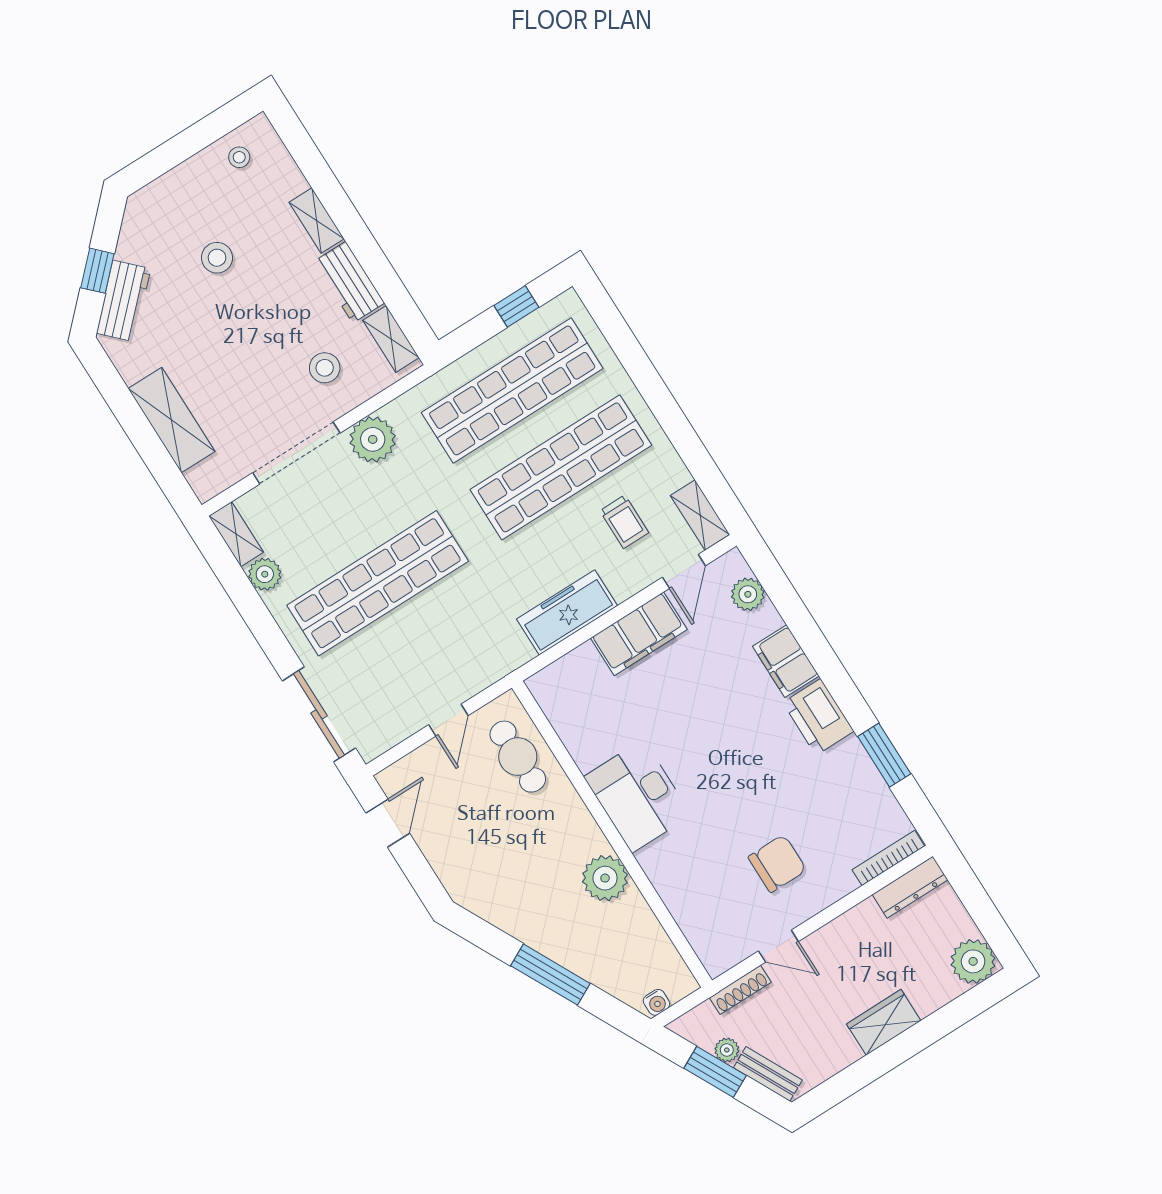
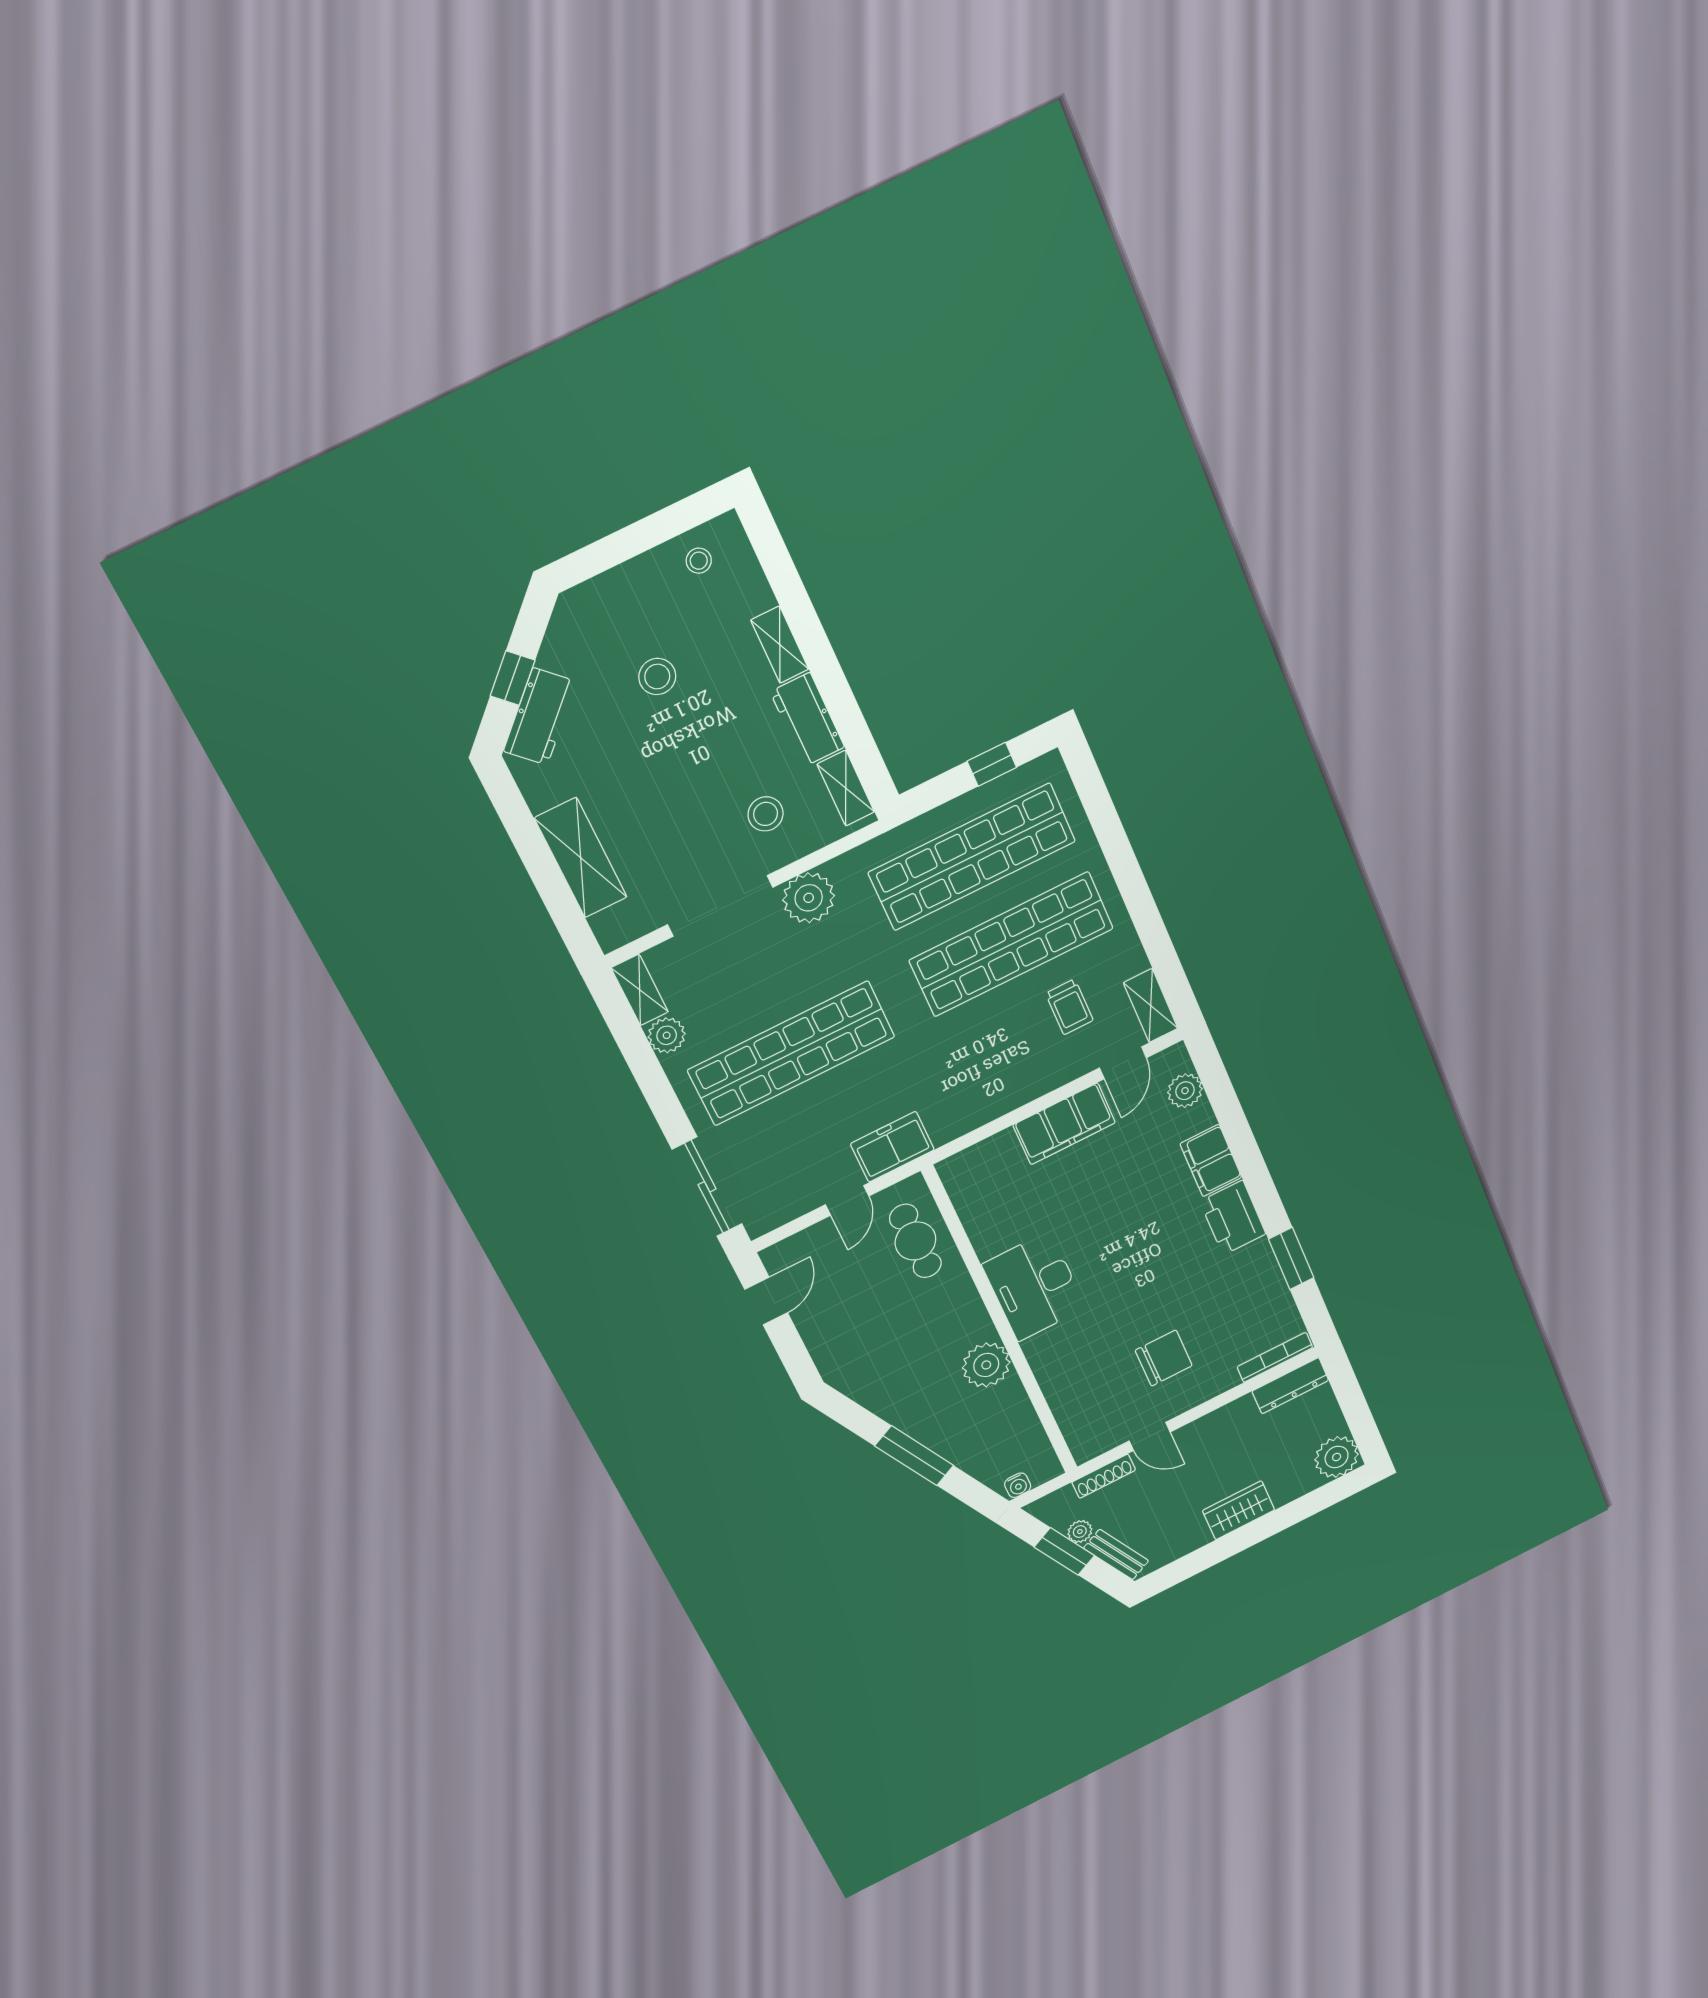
freezer: (567, 612) -> (892, 1147), moved, width x0.71

